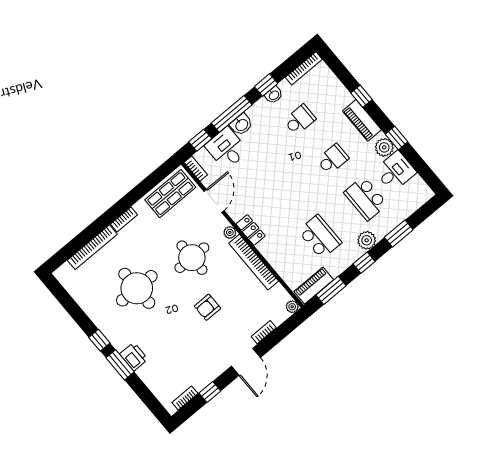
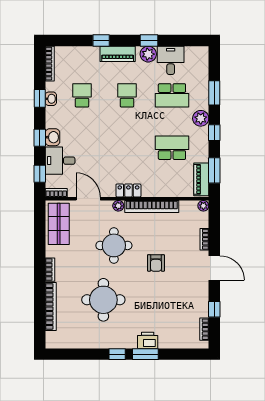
window: (232, 114) -> (40, 138), width x0.46

